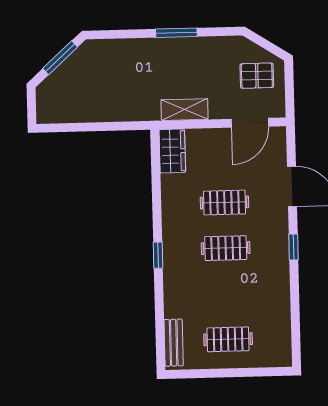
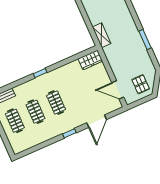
shelving: (185, 110) -> (102, 35), moved
clothes rail: (224, 203) -> (35, 112), moved

